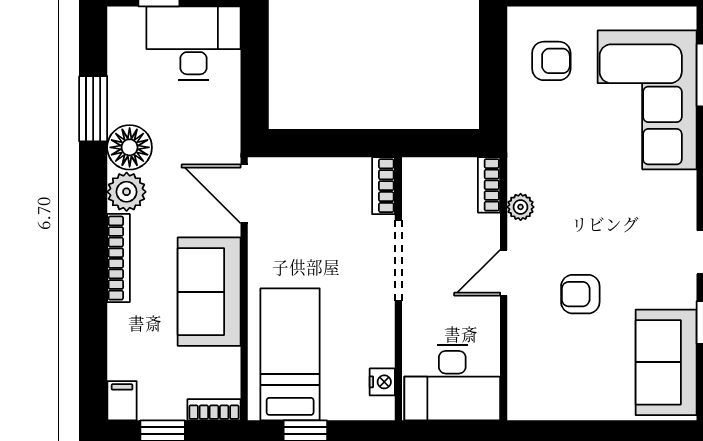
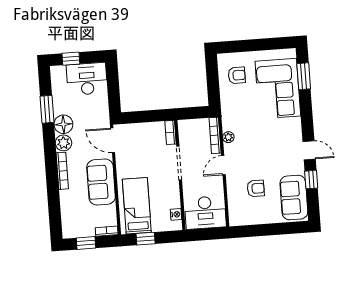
bookcase: (489, 185) -> (215, 135), width x1.56
armchair: (580, 294) -> (256, 188), moved, turned 180
filing cabinet: (122, 401) -> (68, 230), removed

